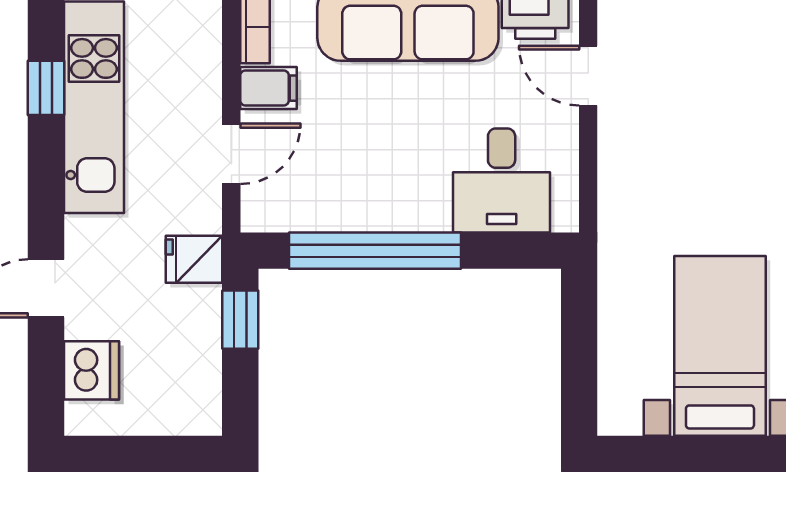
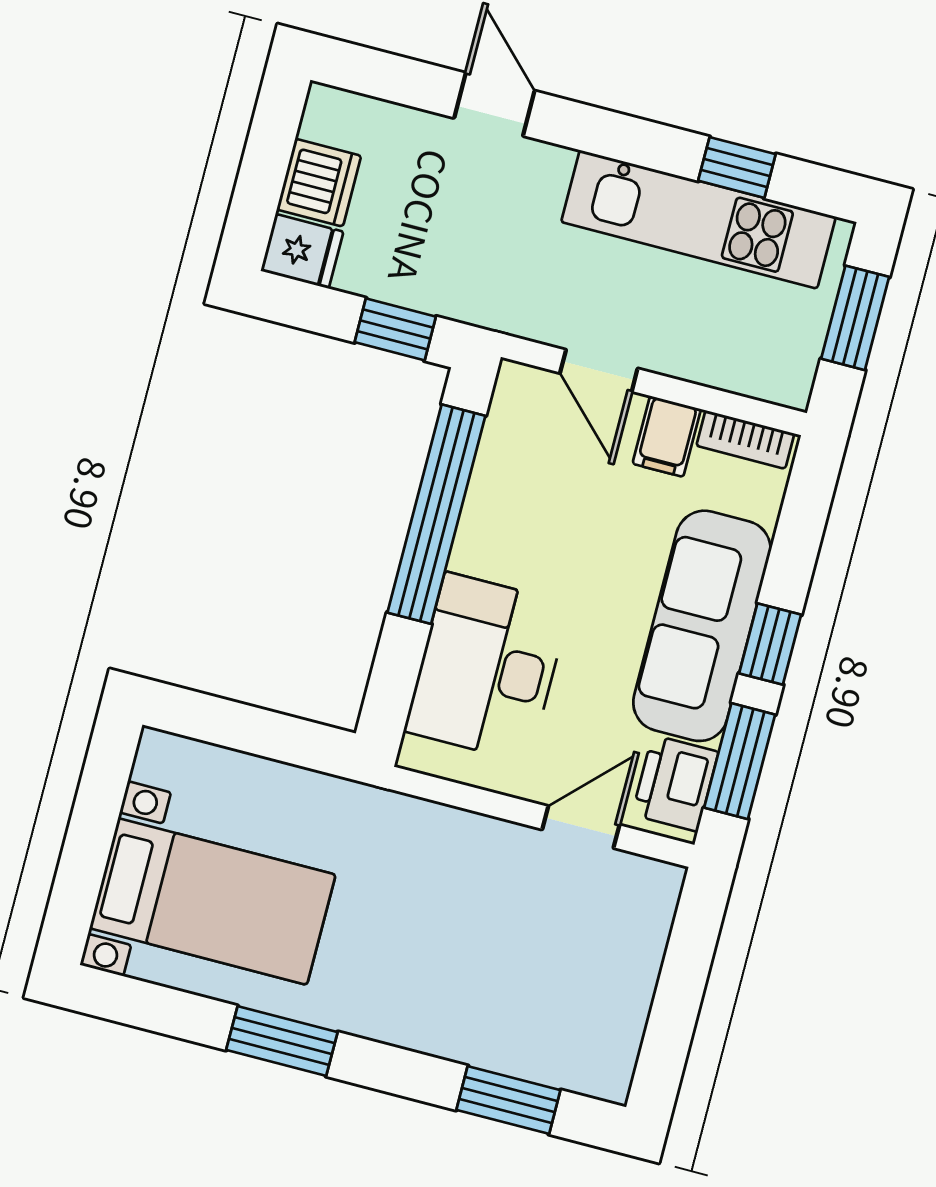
desk: (502, 180) -> (487, 668), width x1.37
fridge: (194, 259) -> (302, 251), moved, turned 90
dishwasher: (92, 370) -> (319, 183), moved, turned -90

